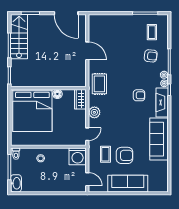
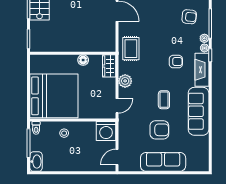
bed: (32, 110) -> (54, 96), moved, turned -90
coffee table: (105, 154) -> (164, 100), moved
door: (87, 179) -> (117, 157), swing flipped

